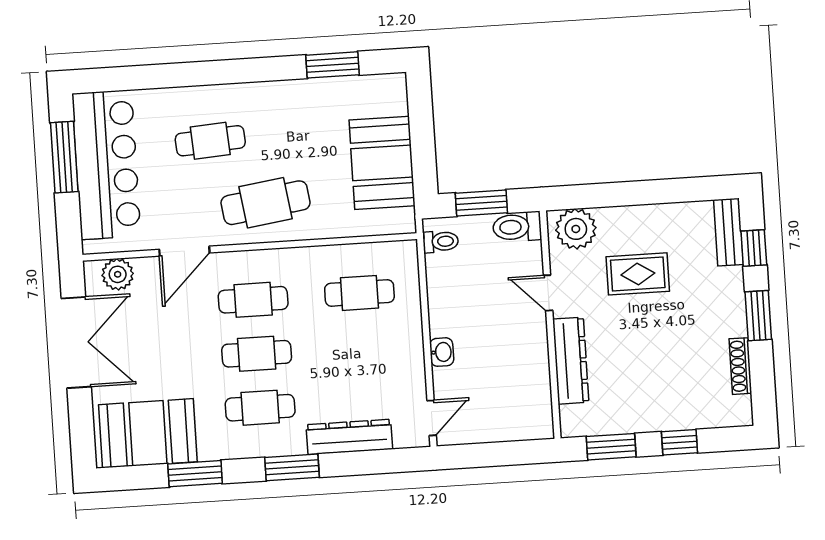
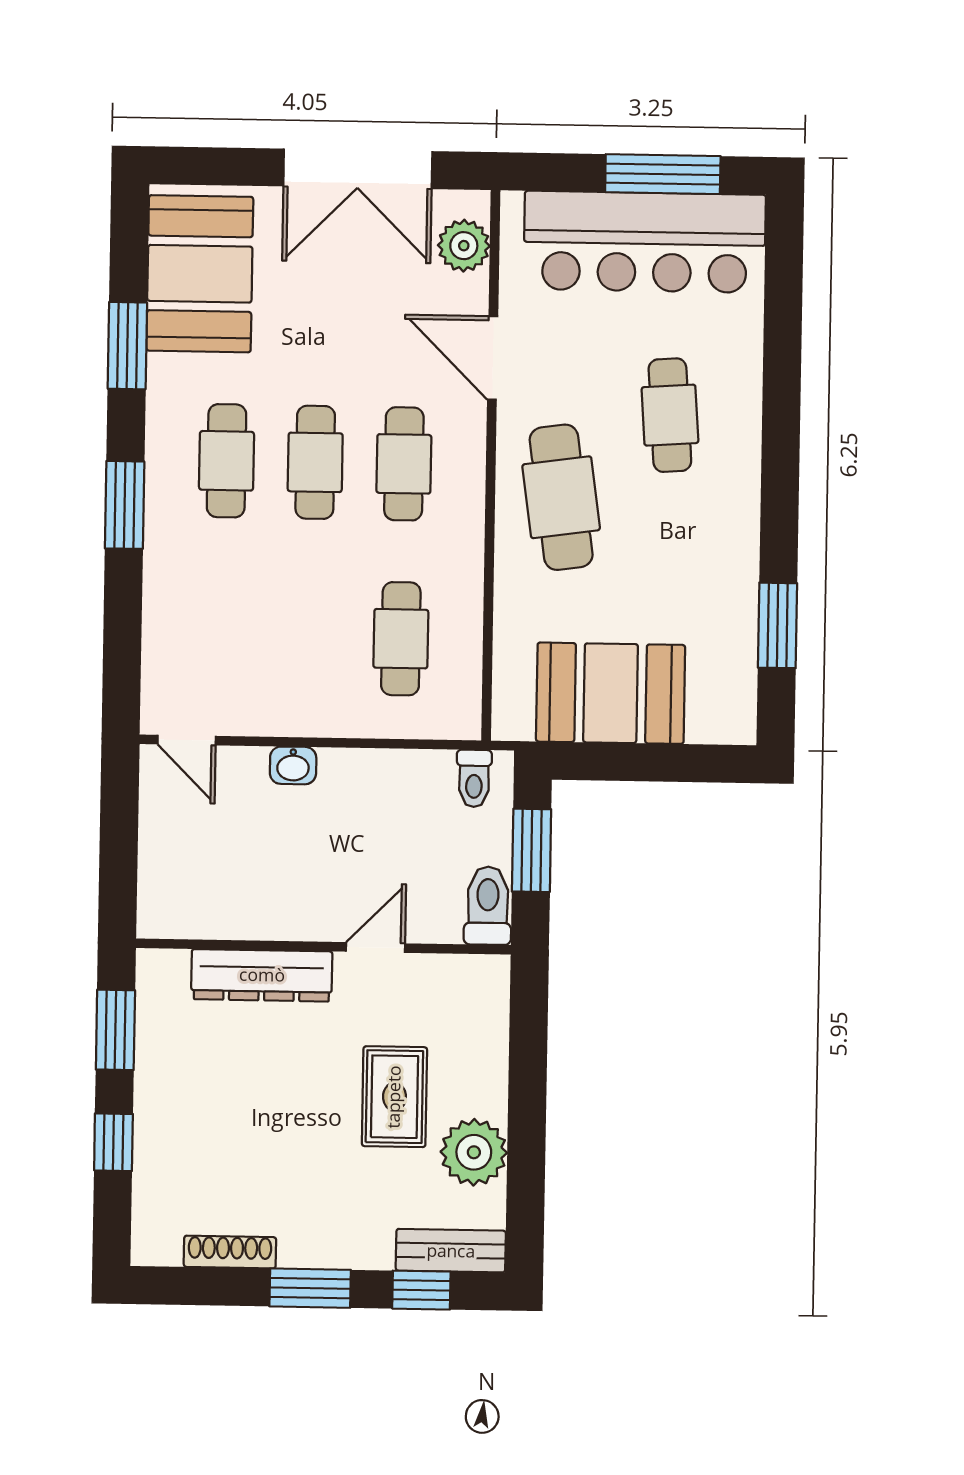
plant: (576, 229) -> (474, 1152), moved
dresser: (349, 437) -> (167, 603), removed

